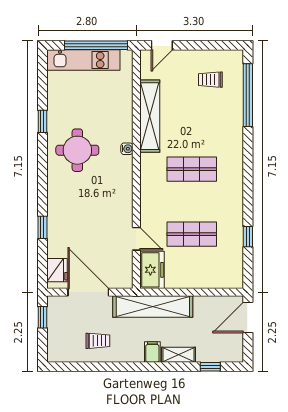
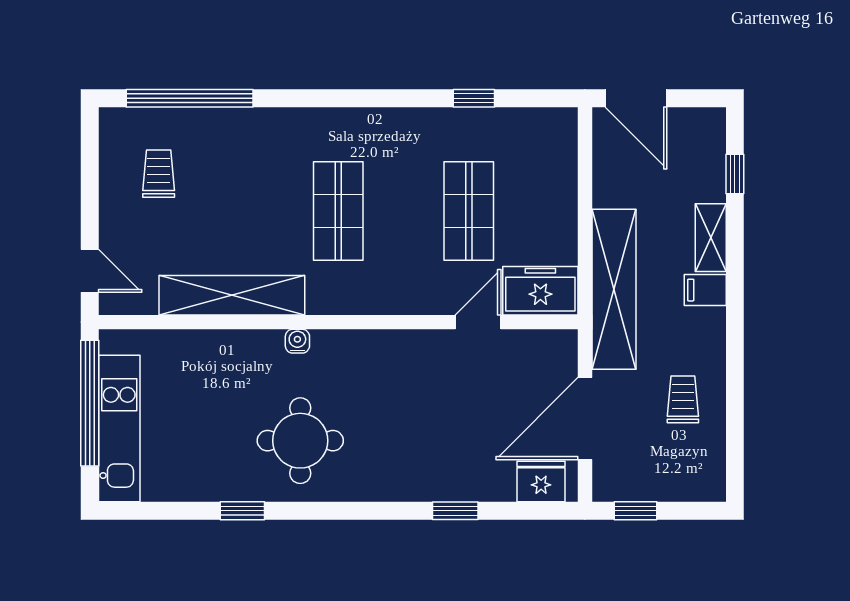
trolley: (210, 80) -> (159, 174), turned 180

